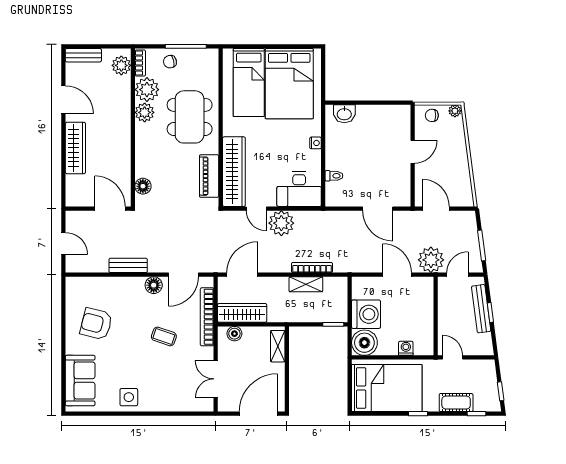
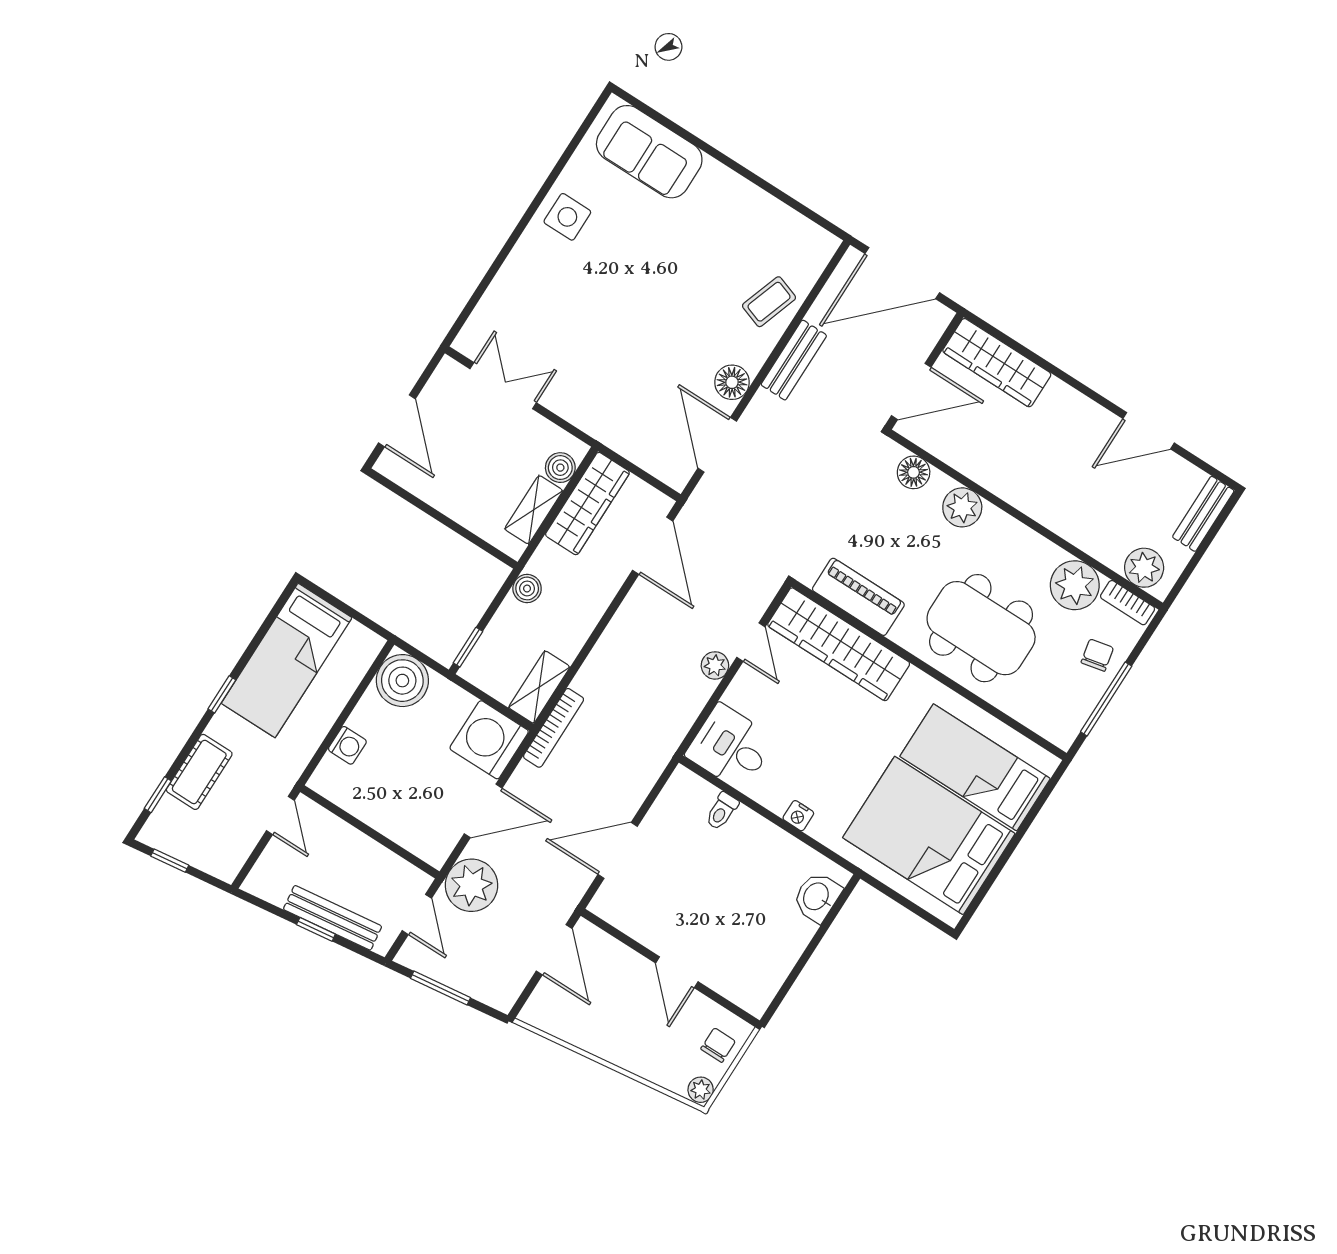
plant: (145, 112) -> (962, 507), moved
wardrobe: (75, 148) -> (997, 363), moved
desk: (299, 189) -> (731, 747), width x0.73
door: (256, 209) -> (751, 642), swing flipped
door: (436, 209) -> (554, 950), hinge flipped
plant: (281, 223) -> (715, 665), width x0.53, depth x0.53
door: (63, 244) -> (902, 273), width x1.87
bookcase: (312, 268) -> (554, 728), moved
shelving: (306, 284) -> (539, 687), moved
washing machine: (366, 314) -> (489, 740), moved, turned 90
boiler: (293, 315) -> (527, 588), added
bookcase: (207, 317) -> (619, 439), removed
armchair: (96, 324) -> (729, 241), removed
coffee table: (164, 336) -> (769, 302), moved
shelving: (278, 346) -> (534, 510), moved, turned 90
door: (453, 357) -> (280, 815), hinge flipped
bed: (387, 388) -> (287, 660), width x0.67
door: (258, 414) -> (397, 421), width x0.73

